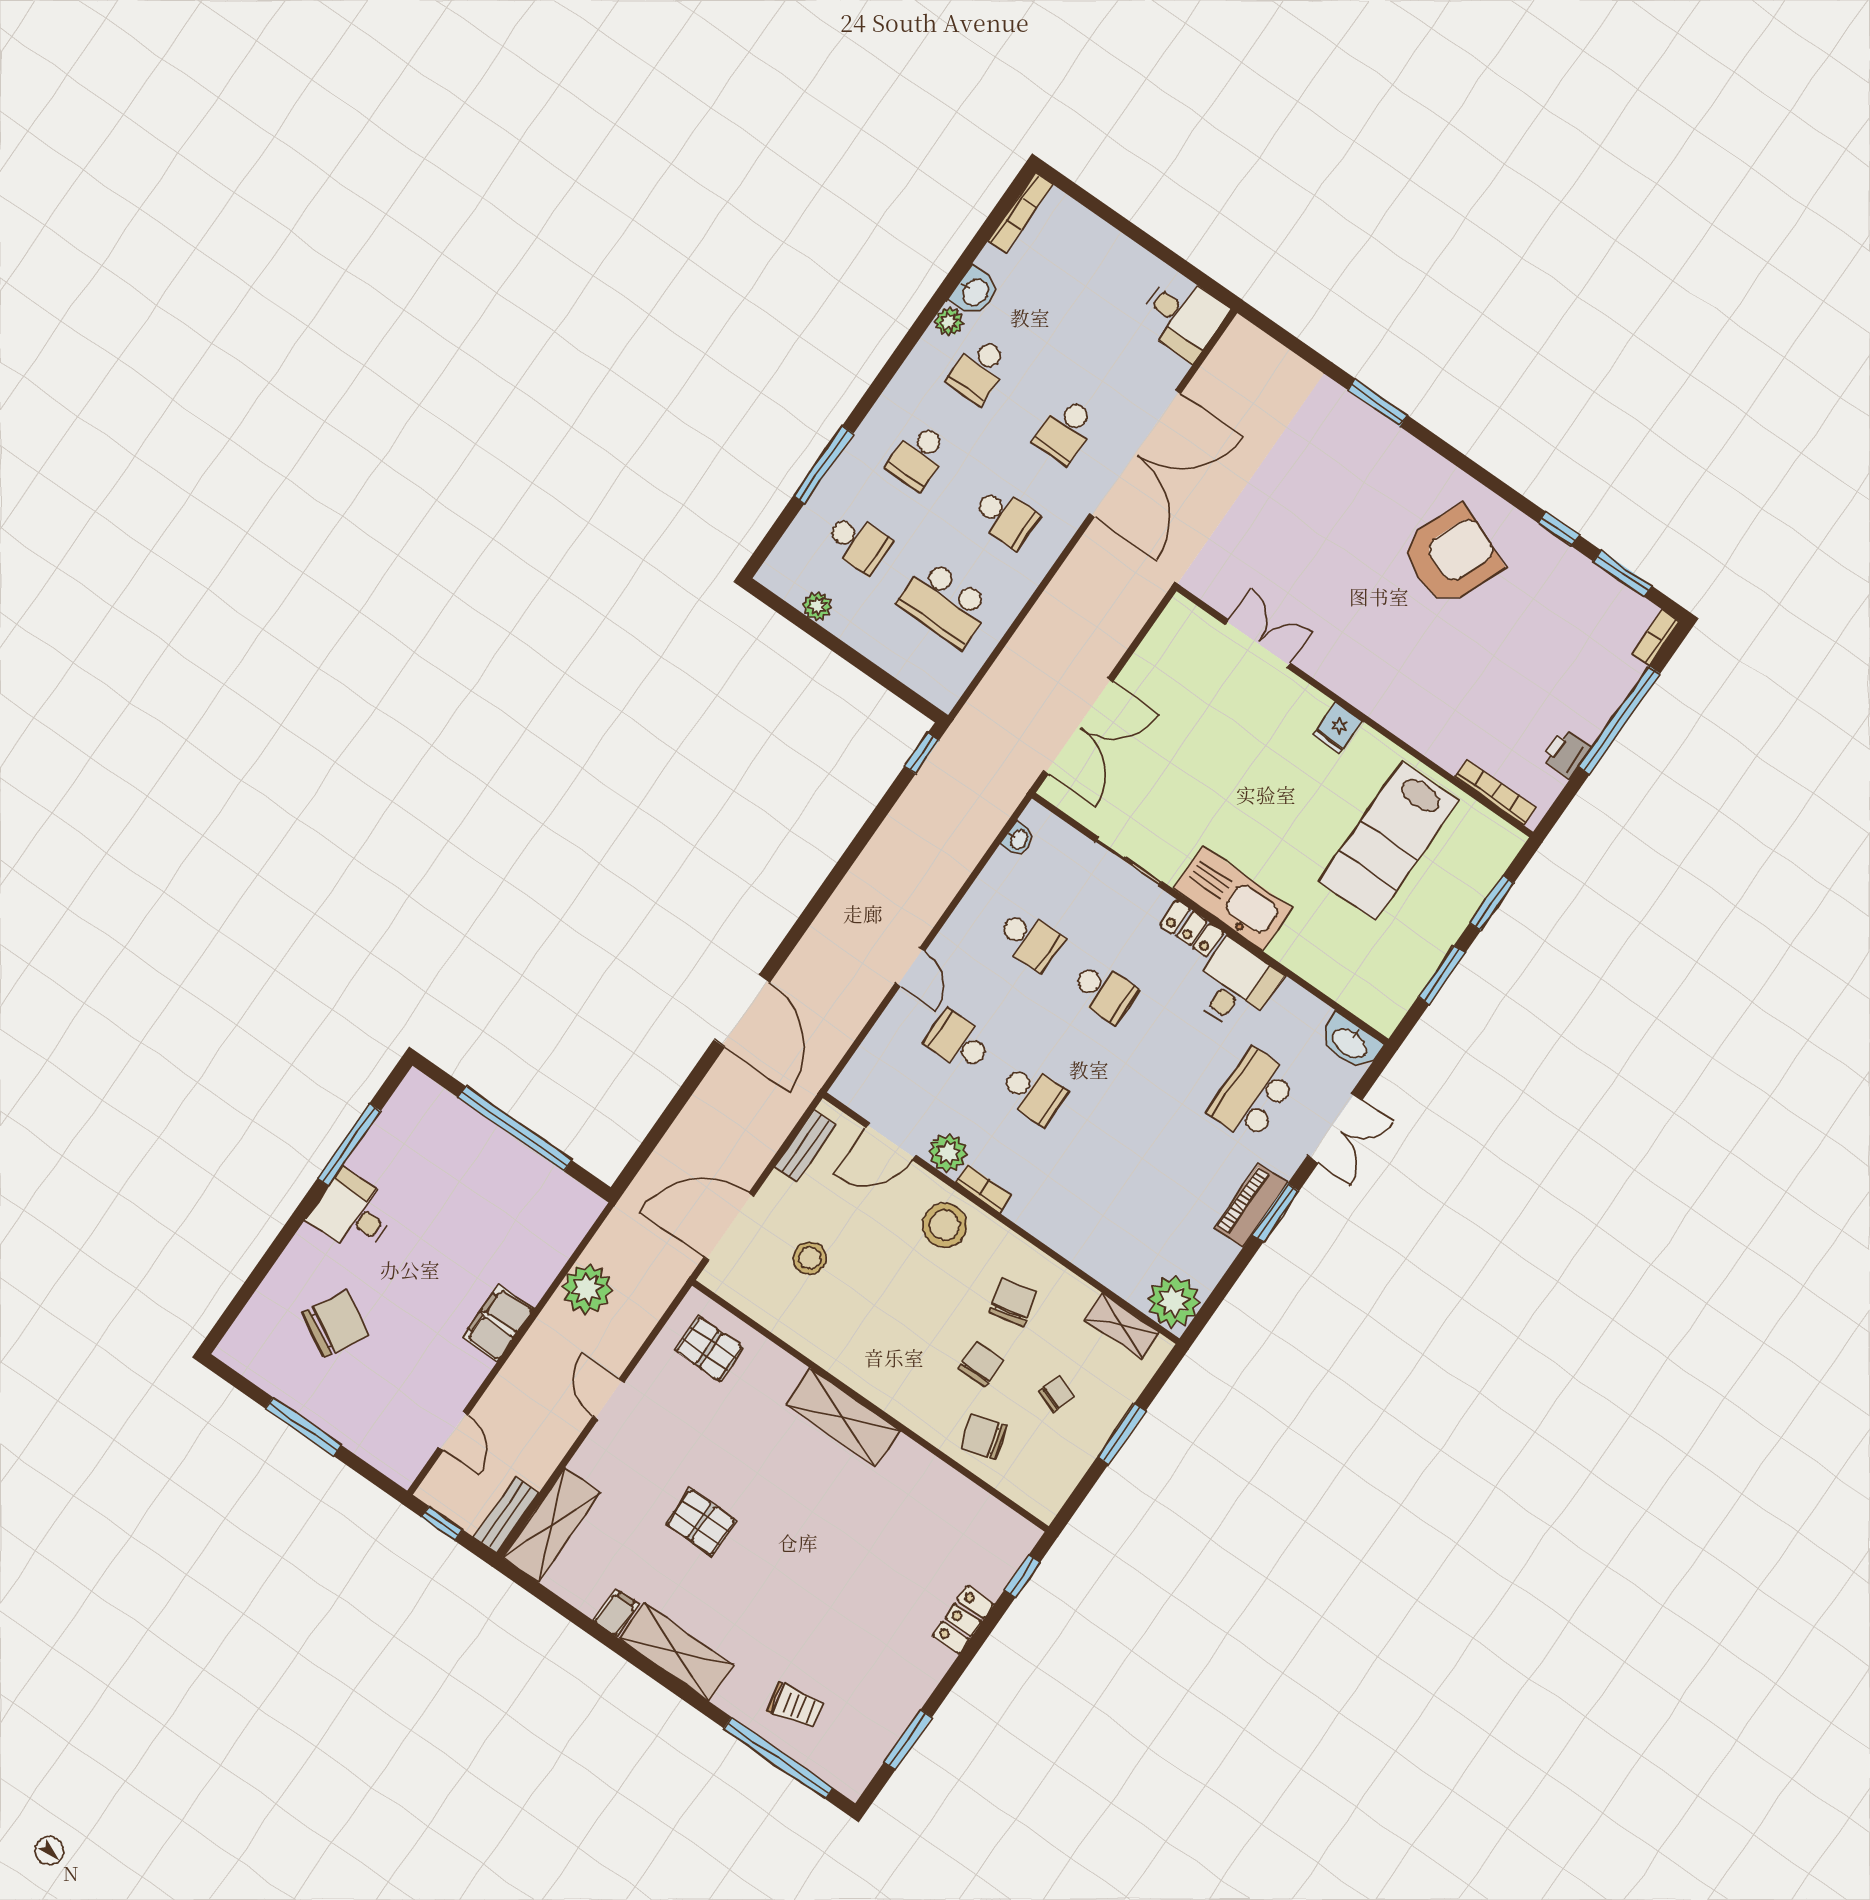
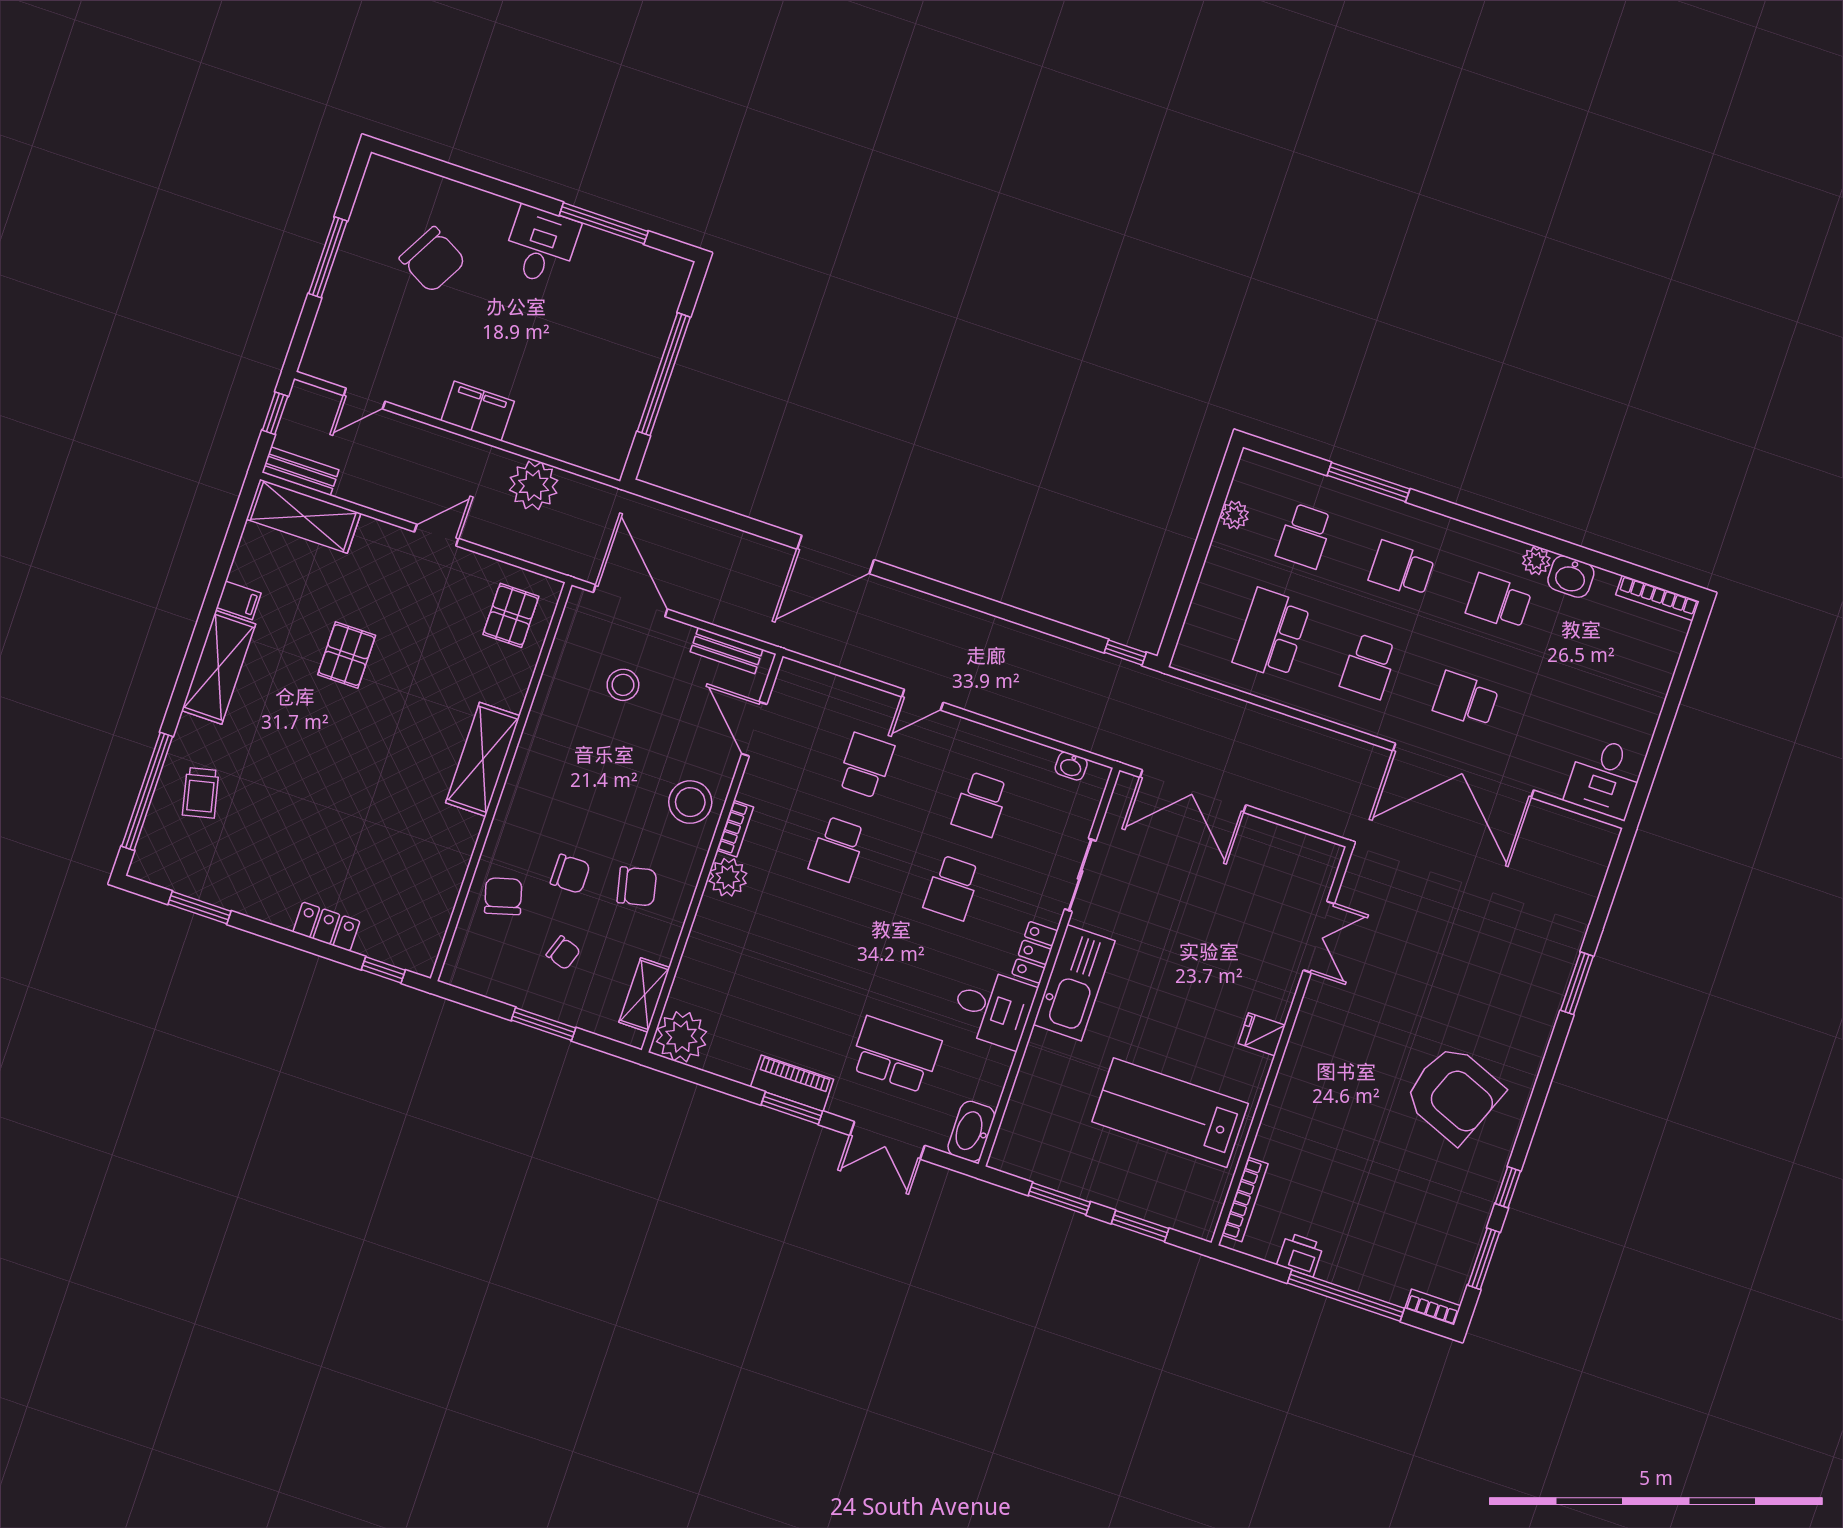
plant: (948, 1153) -> (728, 877), moved

